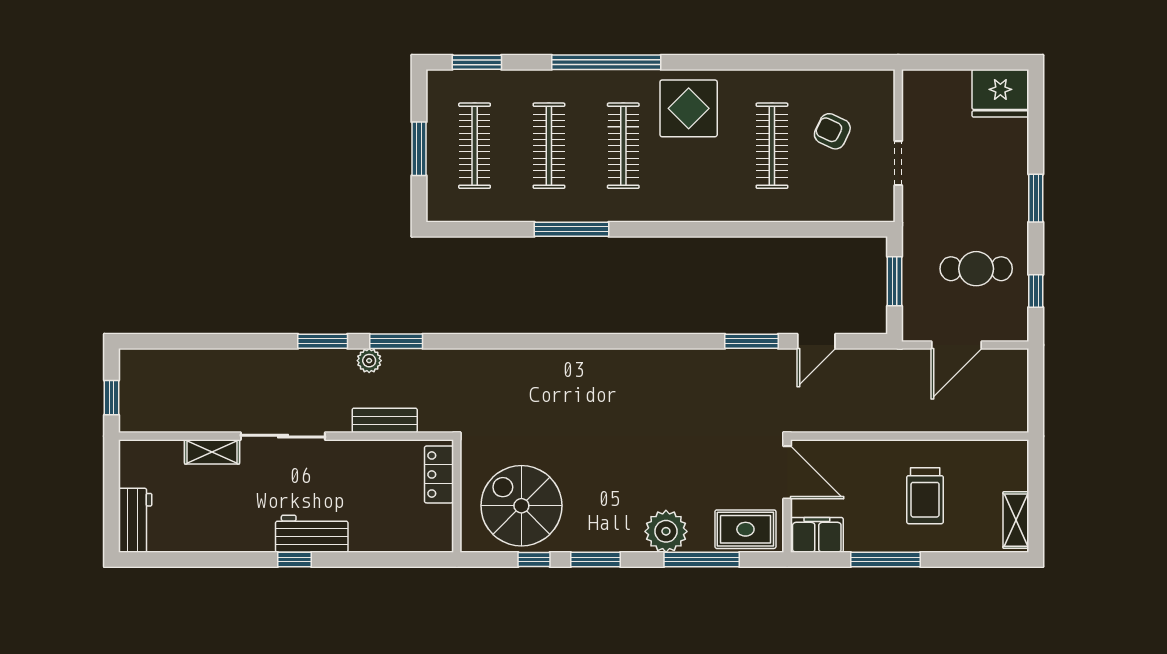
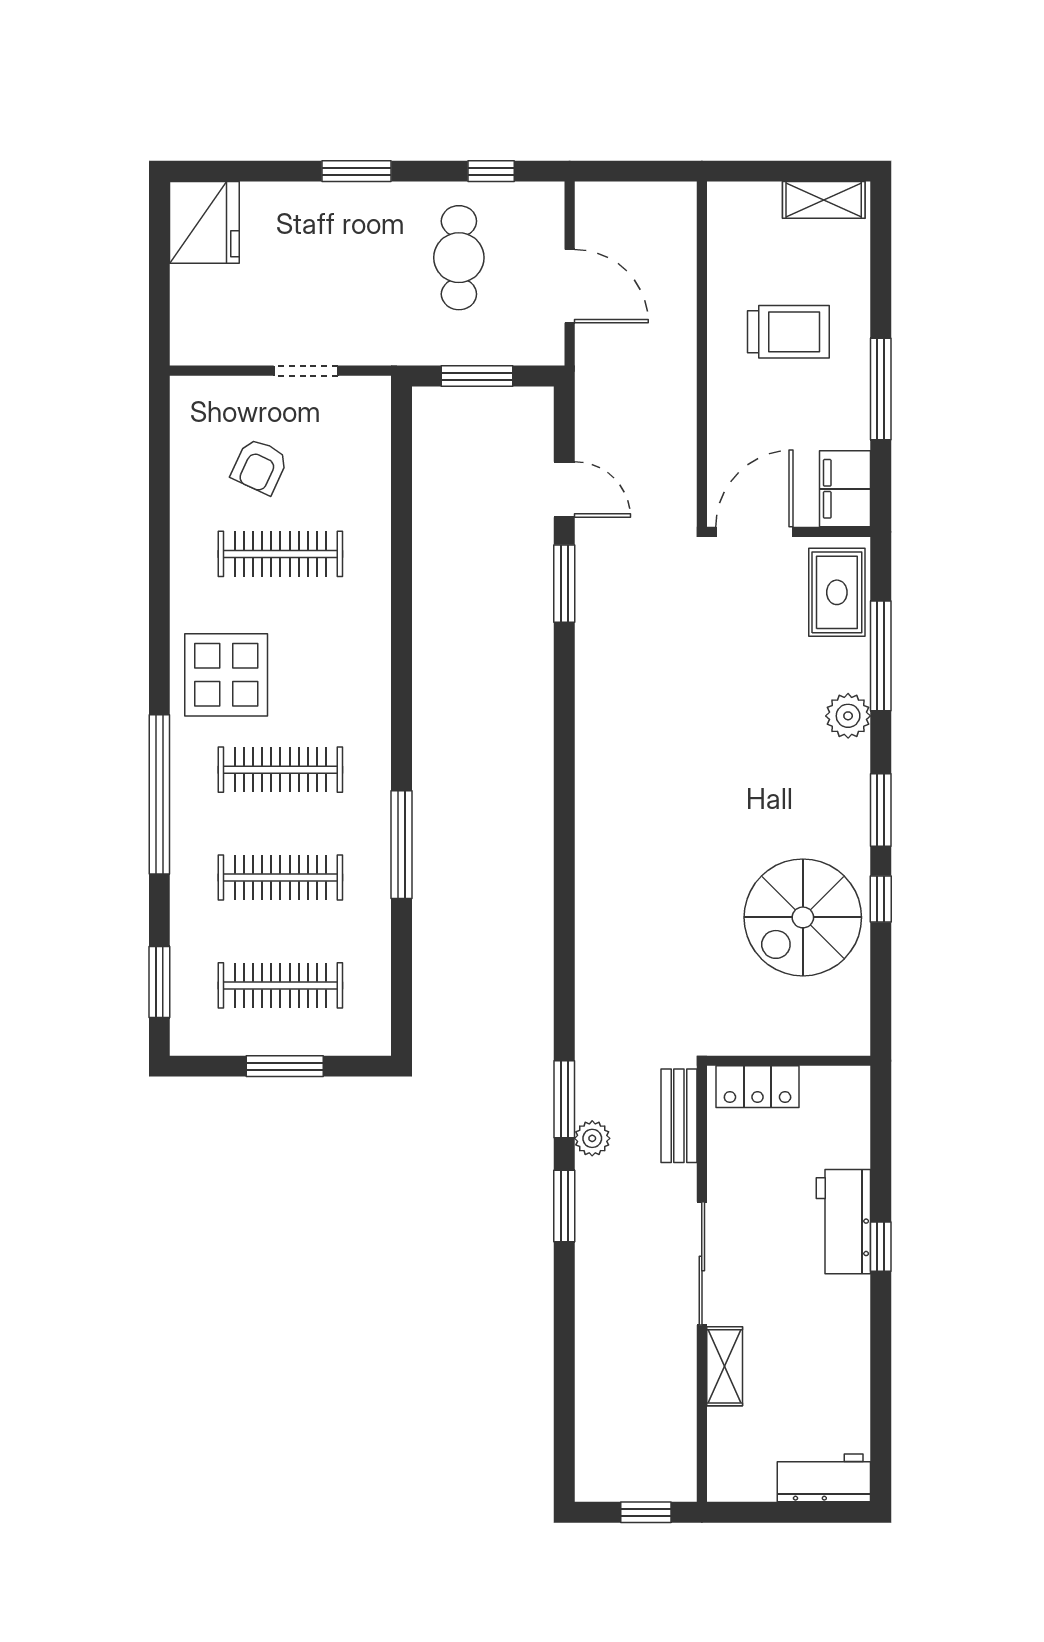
locker: (439, 474) -> (757, 1087), moved
wall: (457, 496) -> (789, 1061), moved
plant: (666, 531) -> (848, 716), width x0.73, depth x0.73

